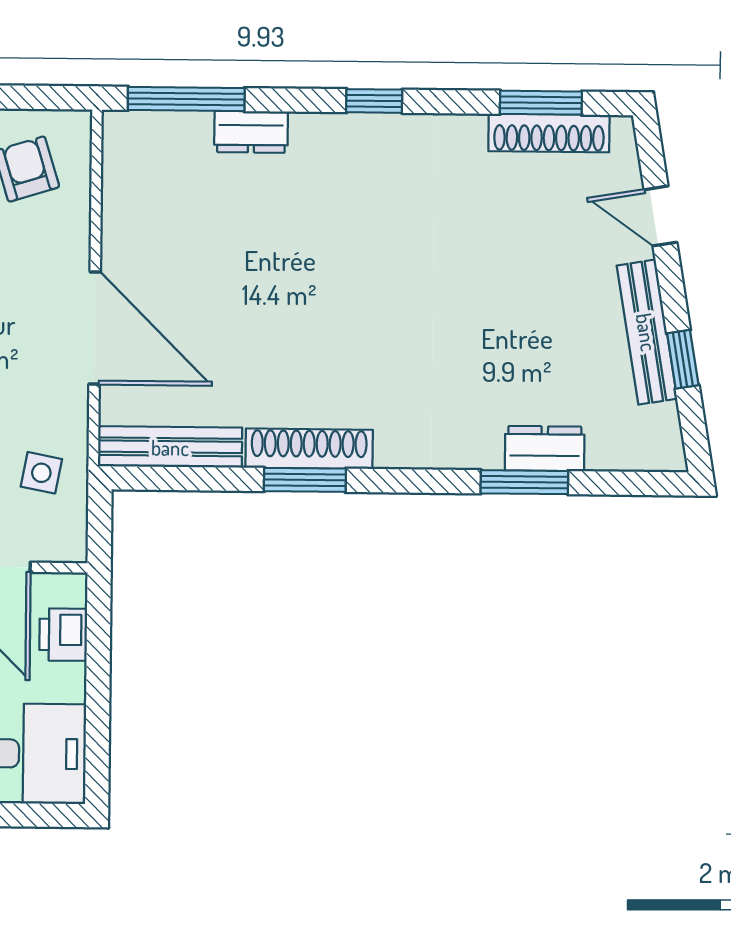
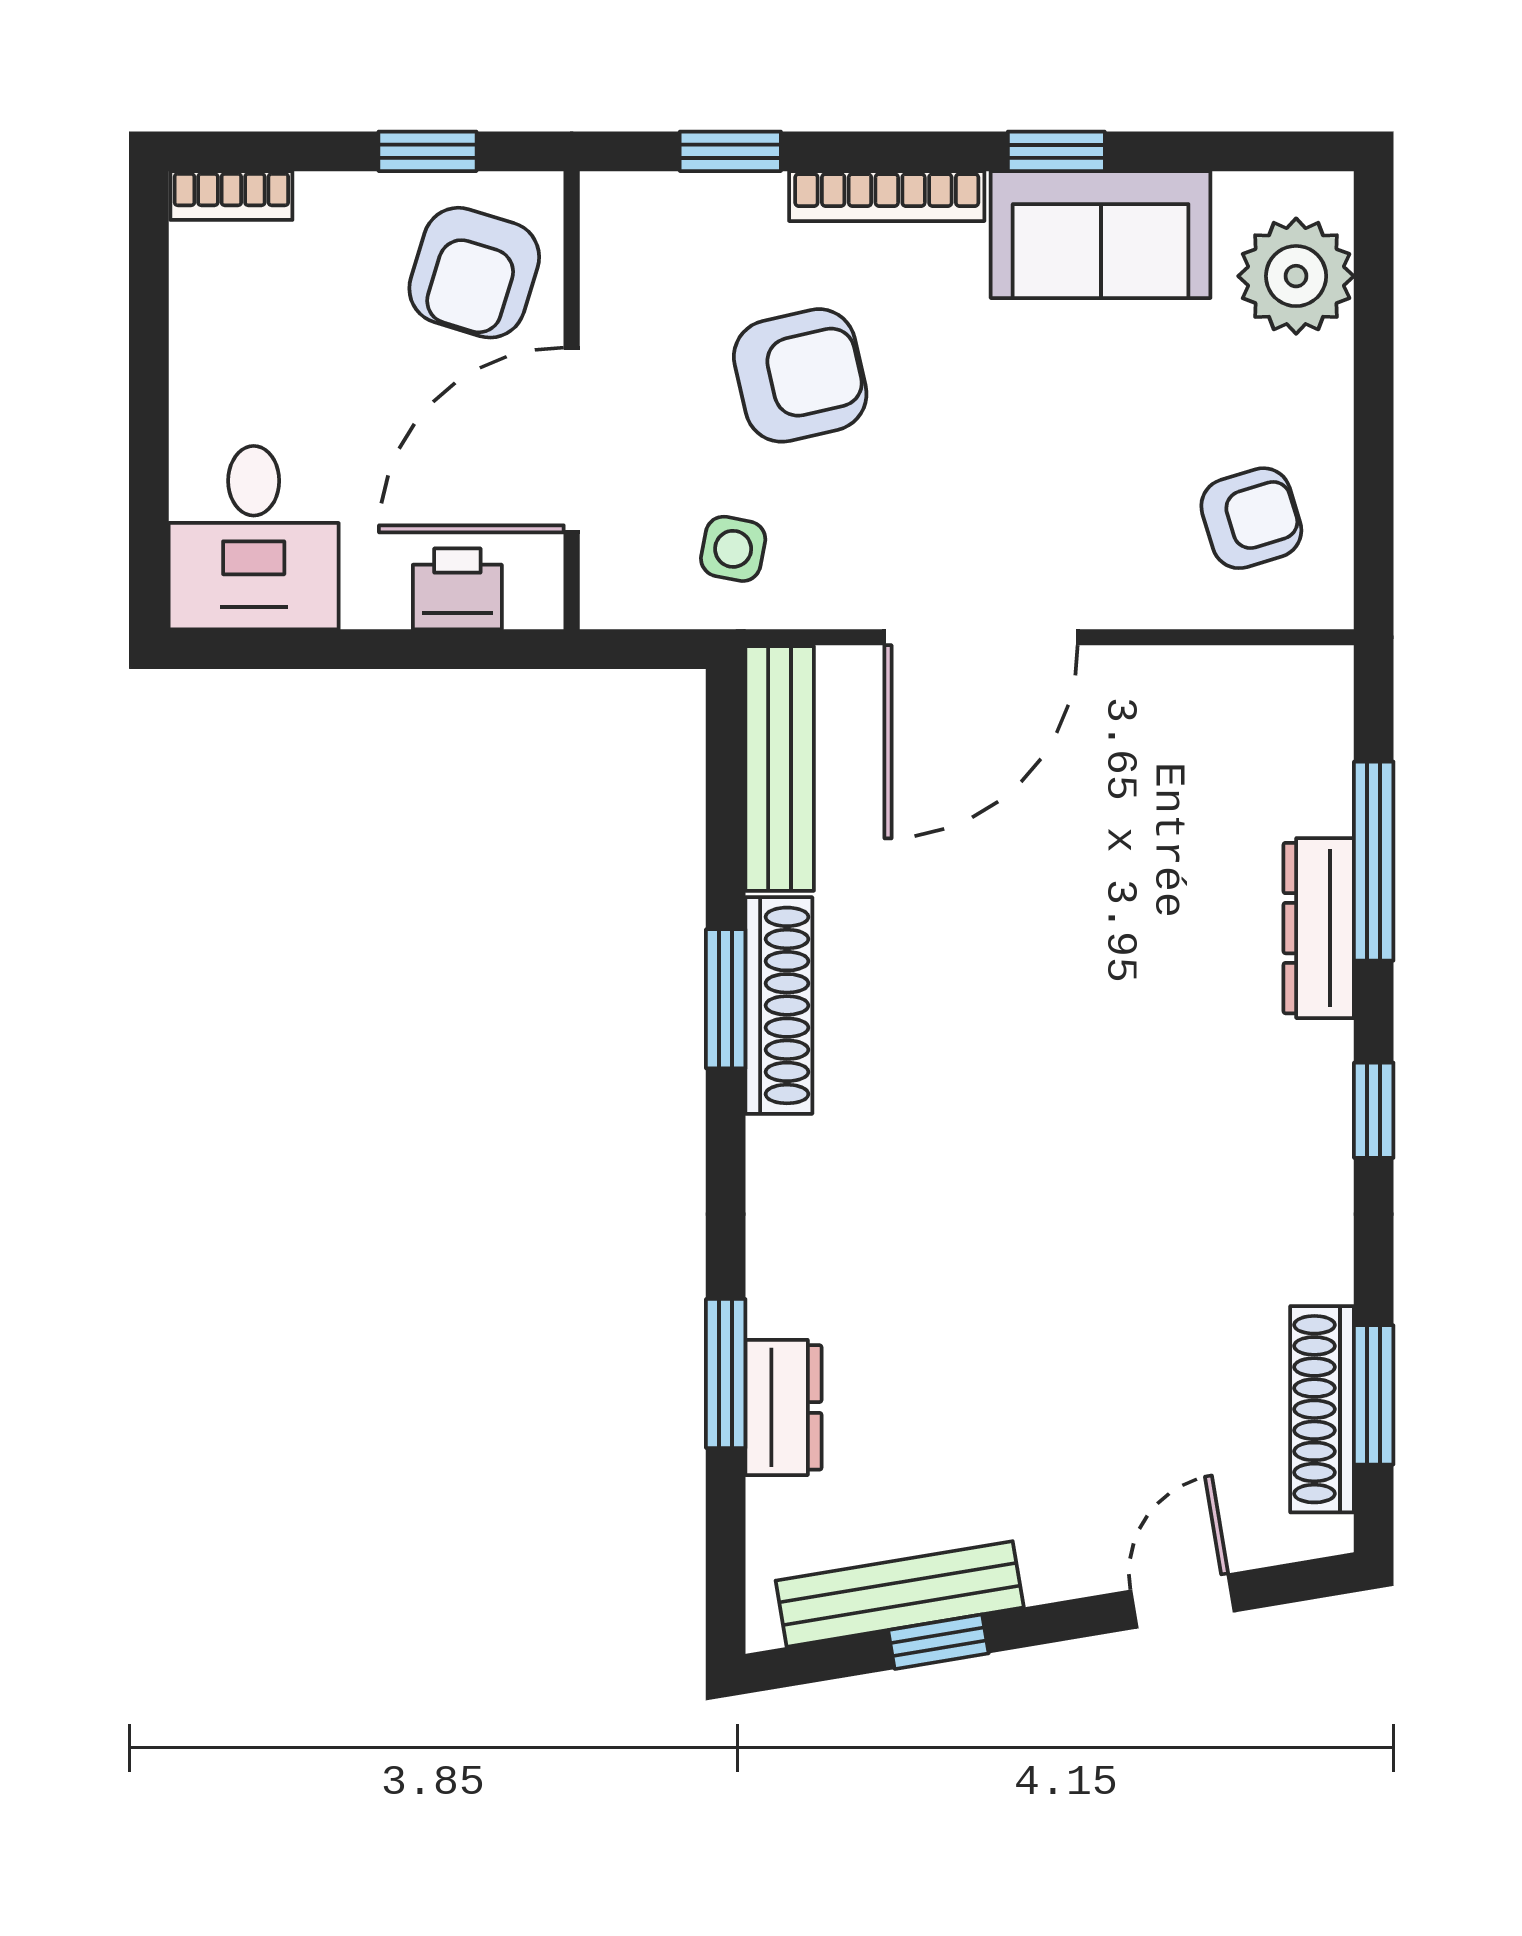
window: (186, 99) -> (1374, 861), moved
dresser: (251, 132) -> (1319, 928), width x1.44
bench: (647, 332) -> (900, 1594), moved

